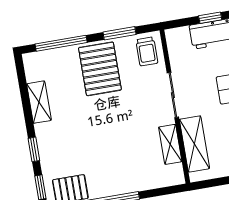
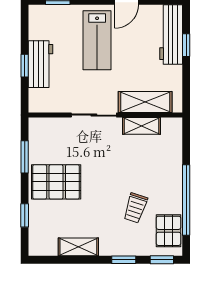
window: (61, 43) -> (25, 215), width x0.46
trolley: (147, 51) -> (135, 208), moved, turned 108

